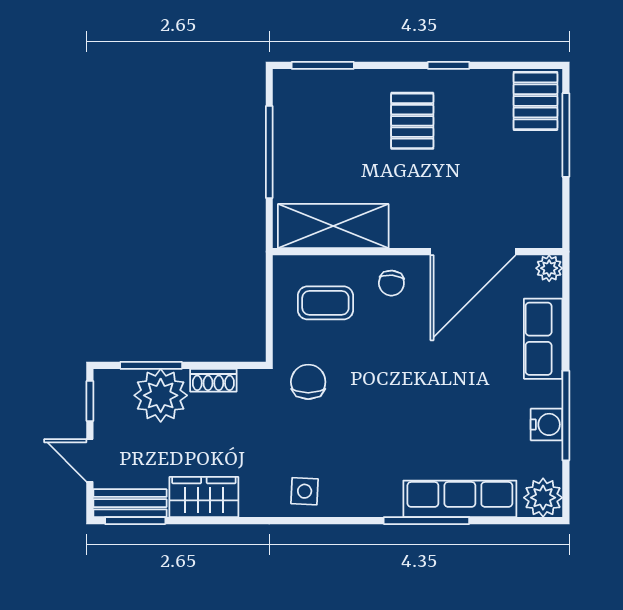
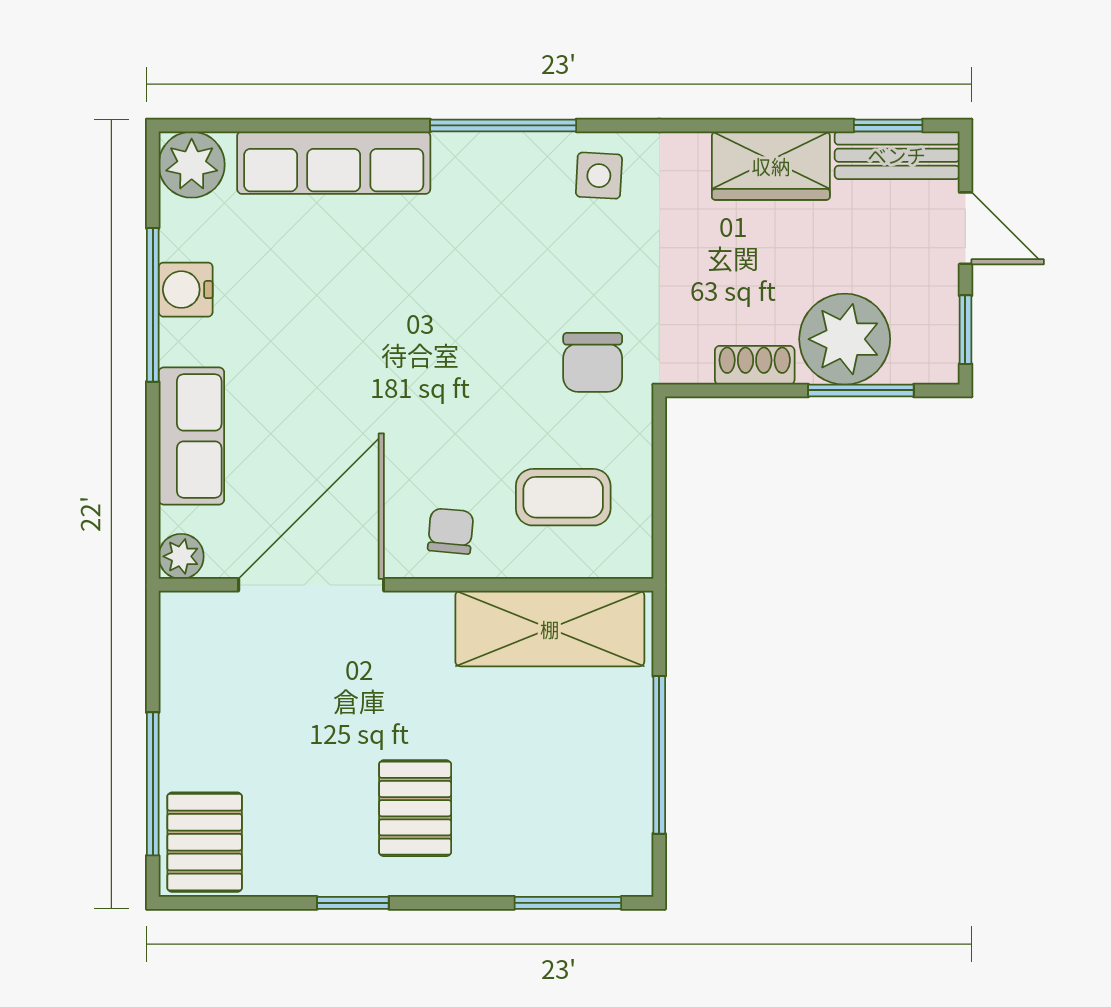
window: (135, 521) -> (888, 125), width x0.67
window: (426, 521) -> (503, 125), moved

